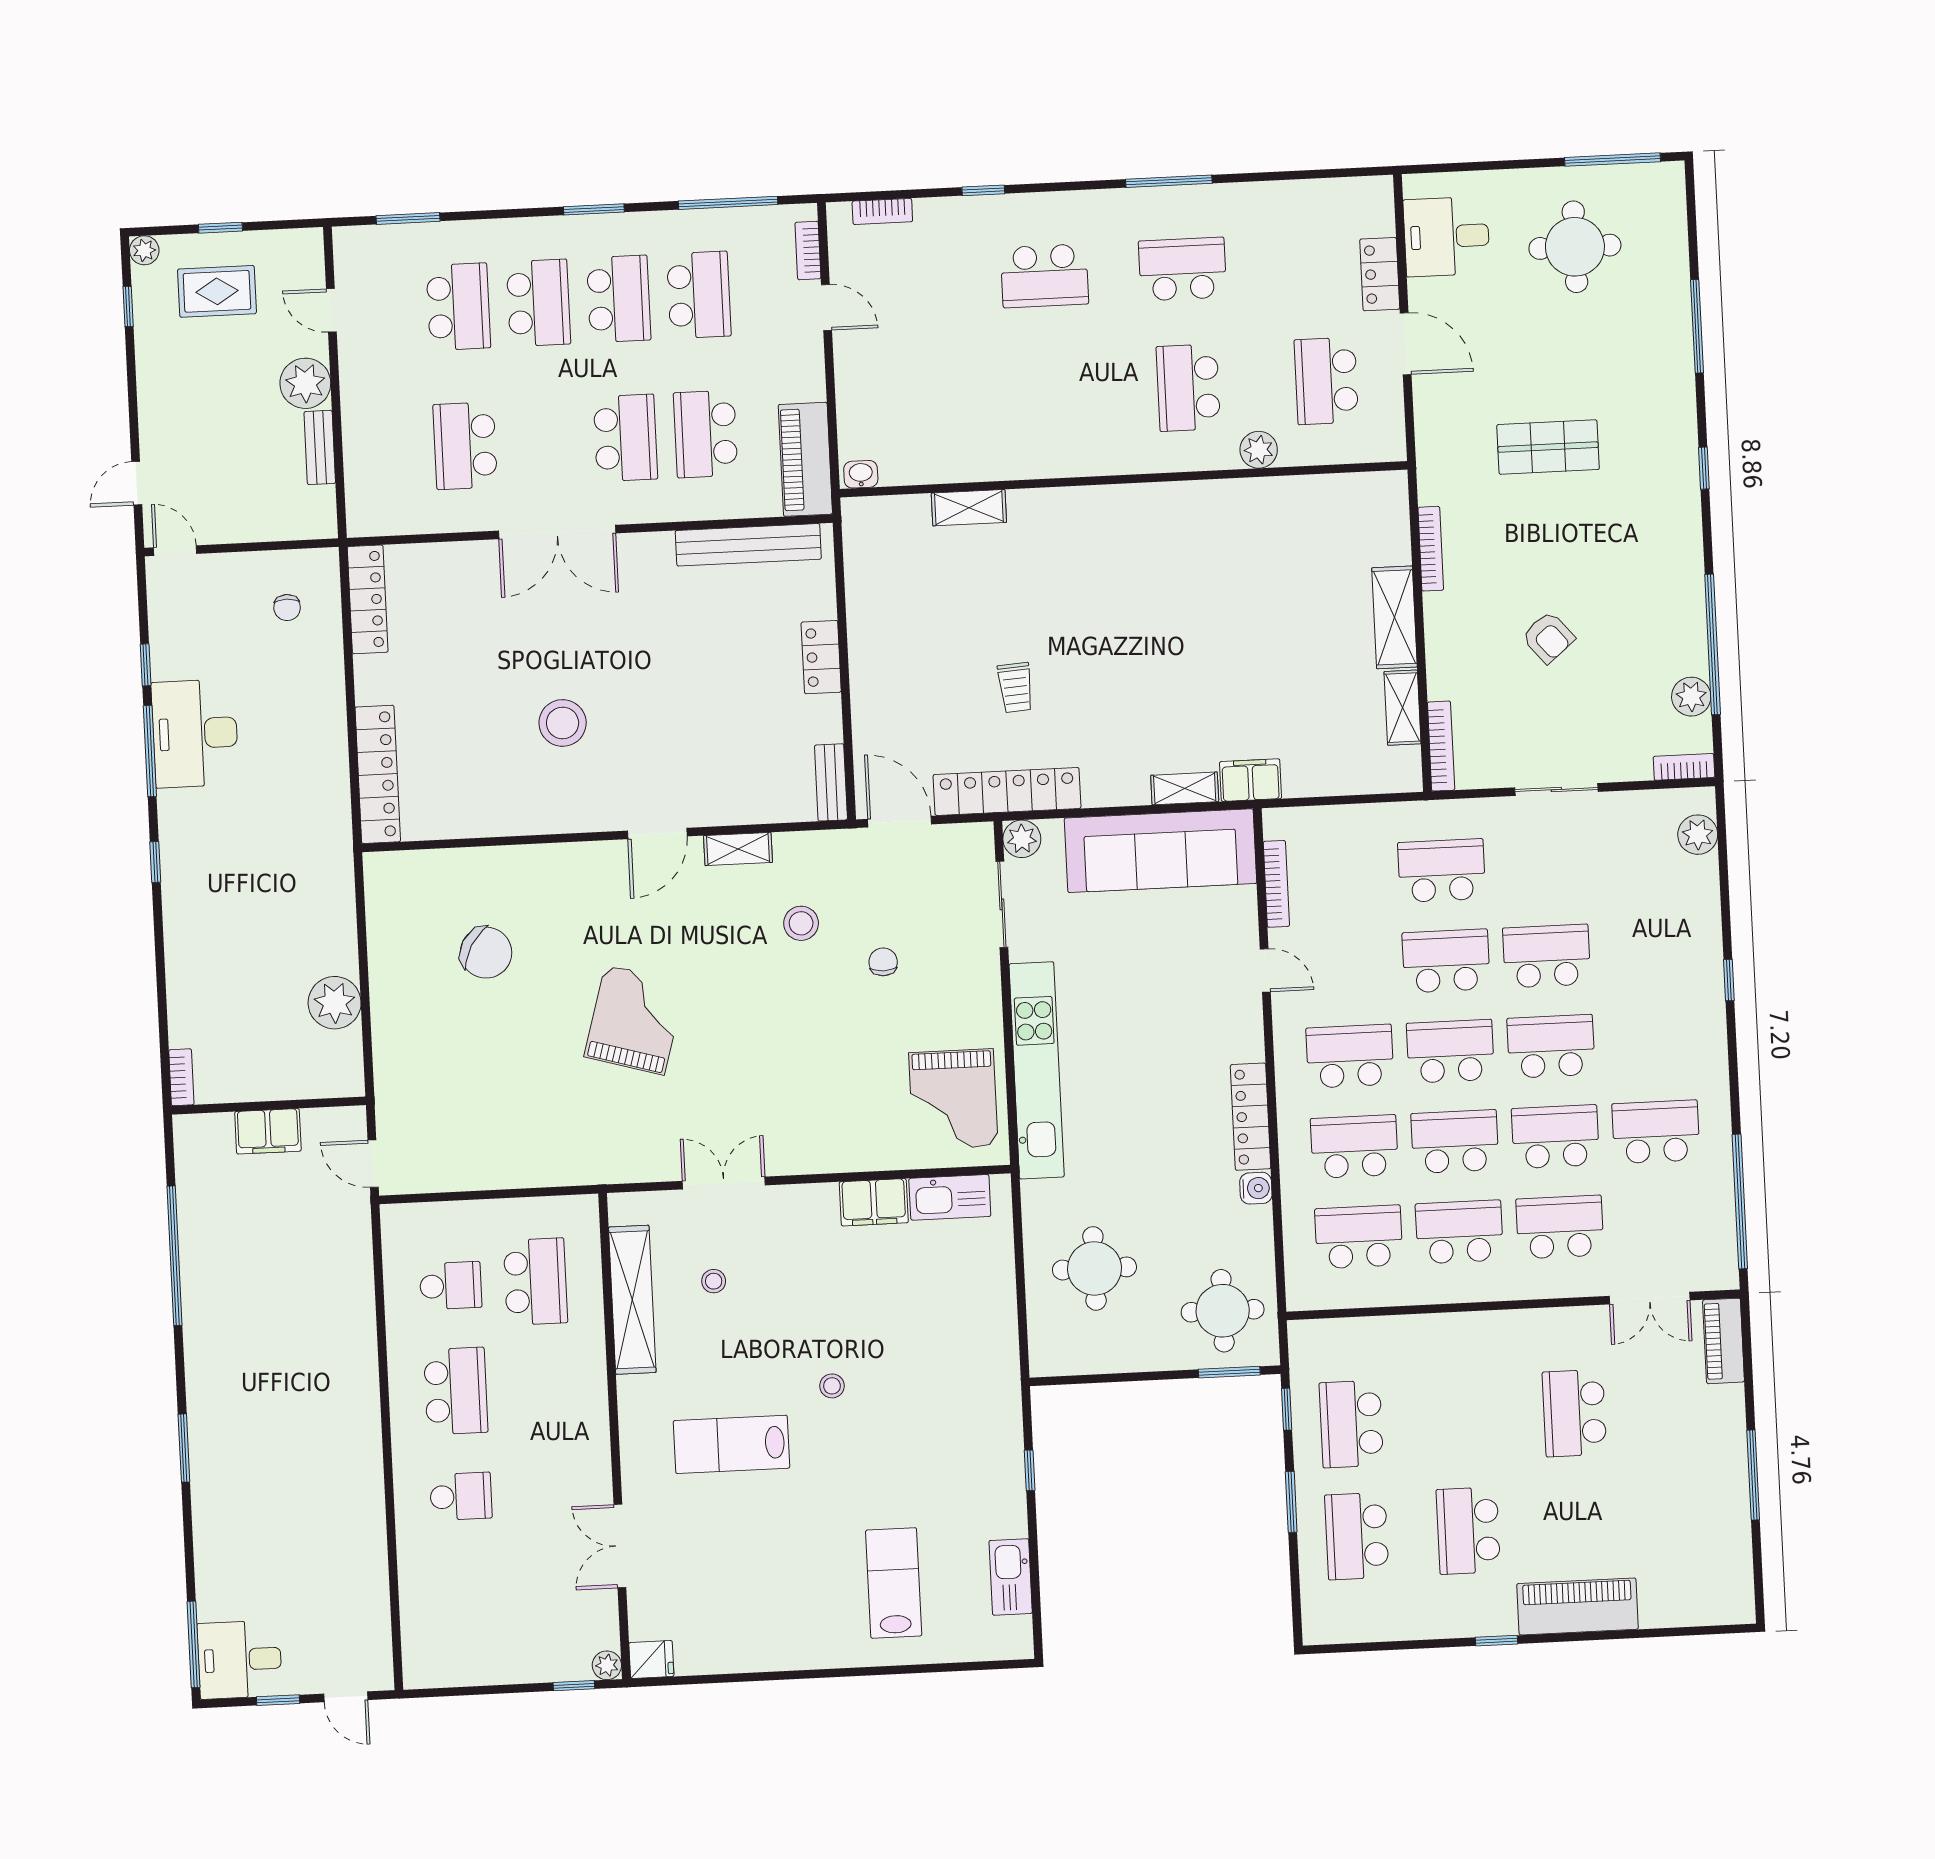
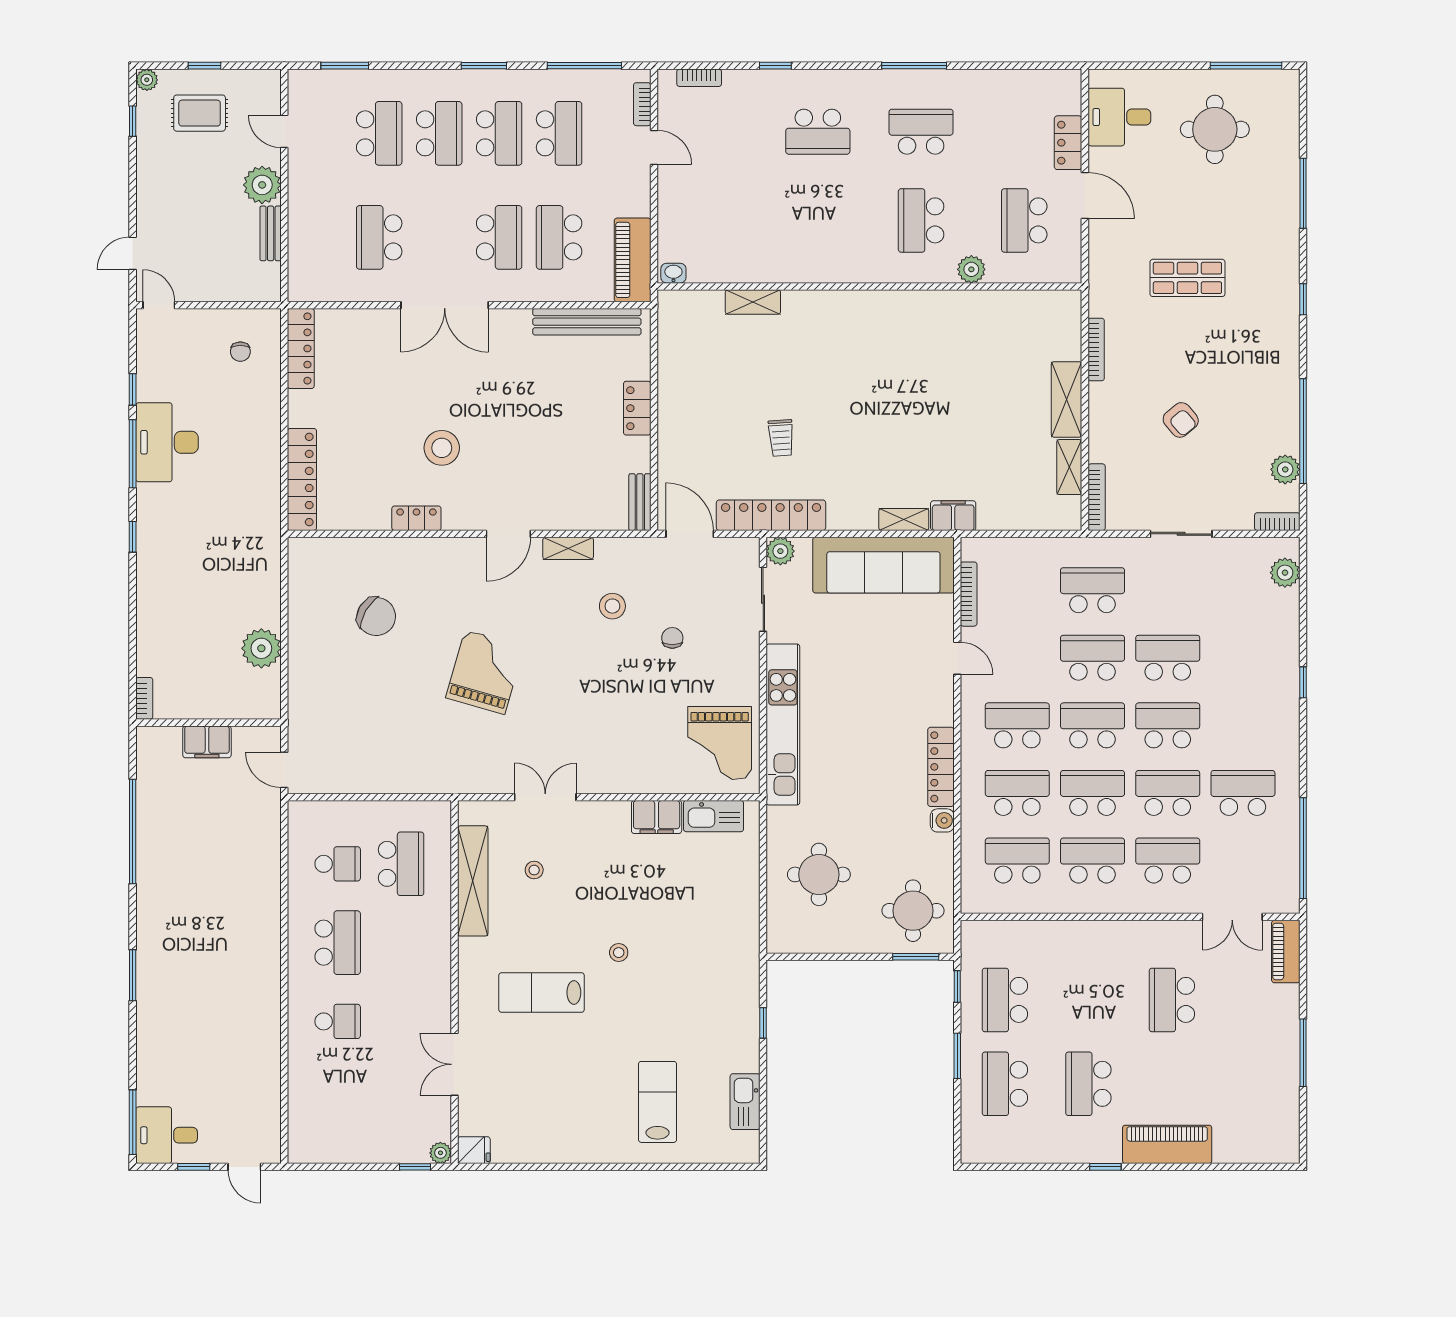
locker: (533, 819) -> (416, 518), added

